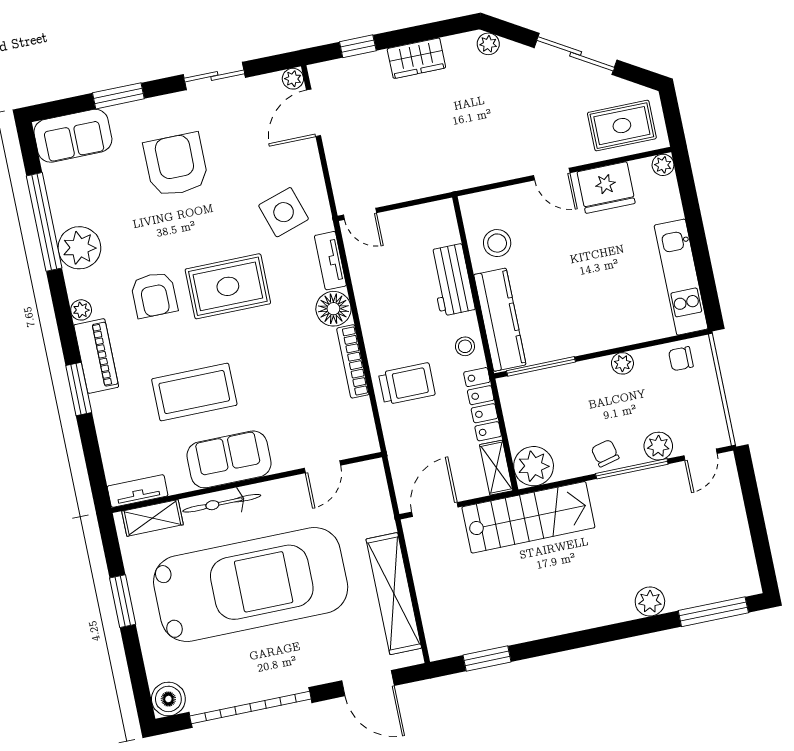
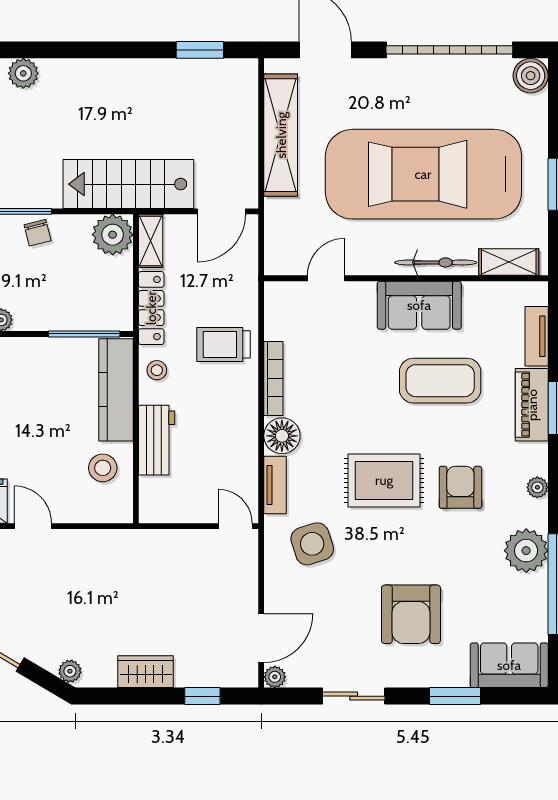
piano: (96, 356) -> (532, 405), moved
tv unit: (138, 491) -> (537, 336), moved, turned 90

